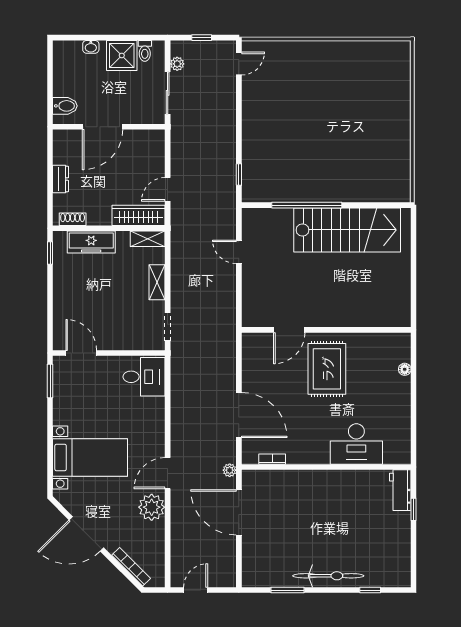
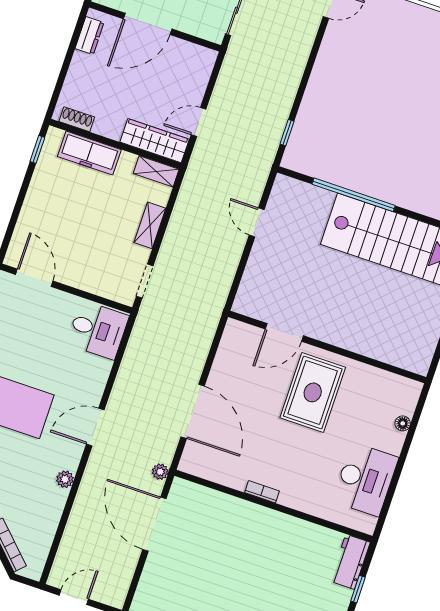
dresser: (61, 179) -> (90, 35), moved
desk: (356, 444) -> (365, 479), moved, turned -90
bookcase: (272, 459) -> (262, 492), moved
door: (168, 473) -> (95, 427), moved
plant: (152, 507) -> (65, 479), width x0.53, depth x0.53

